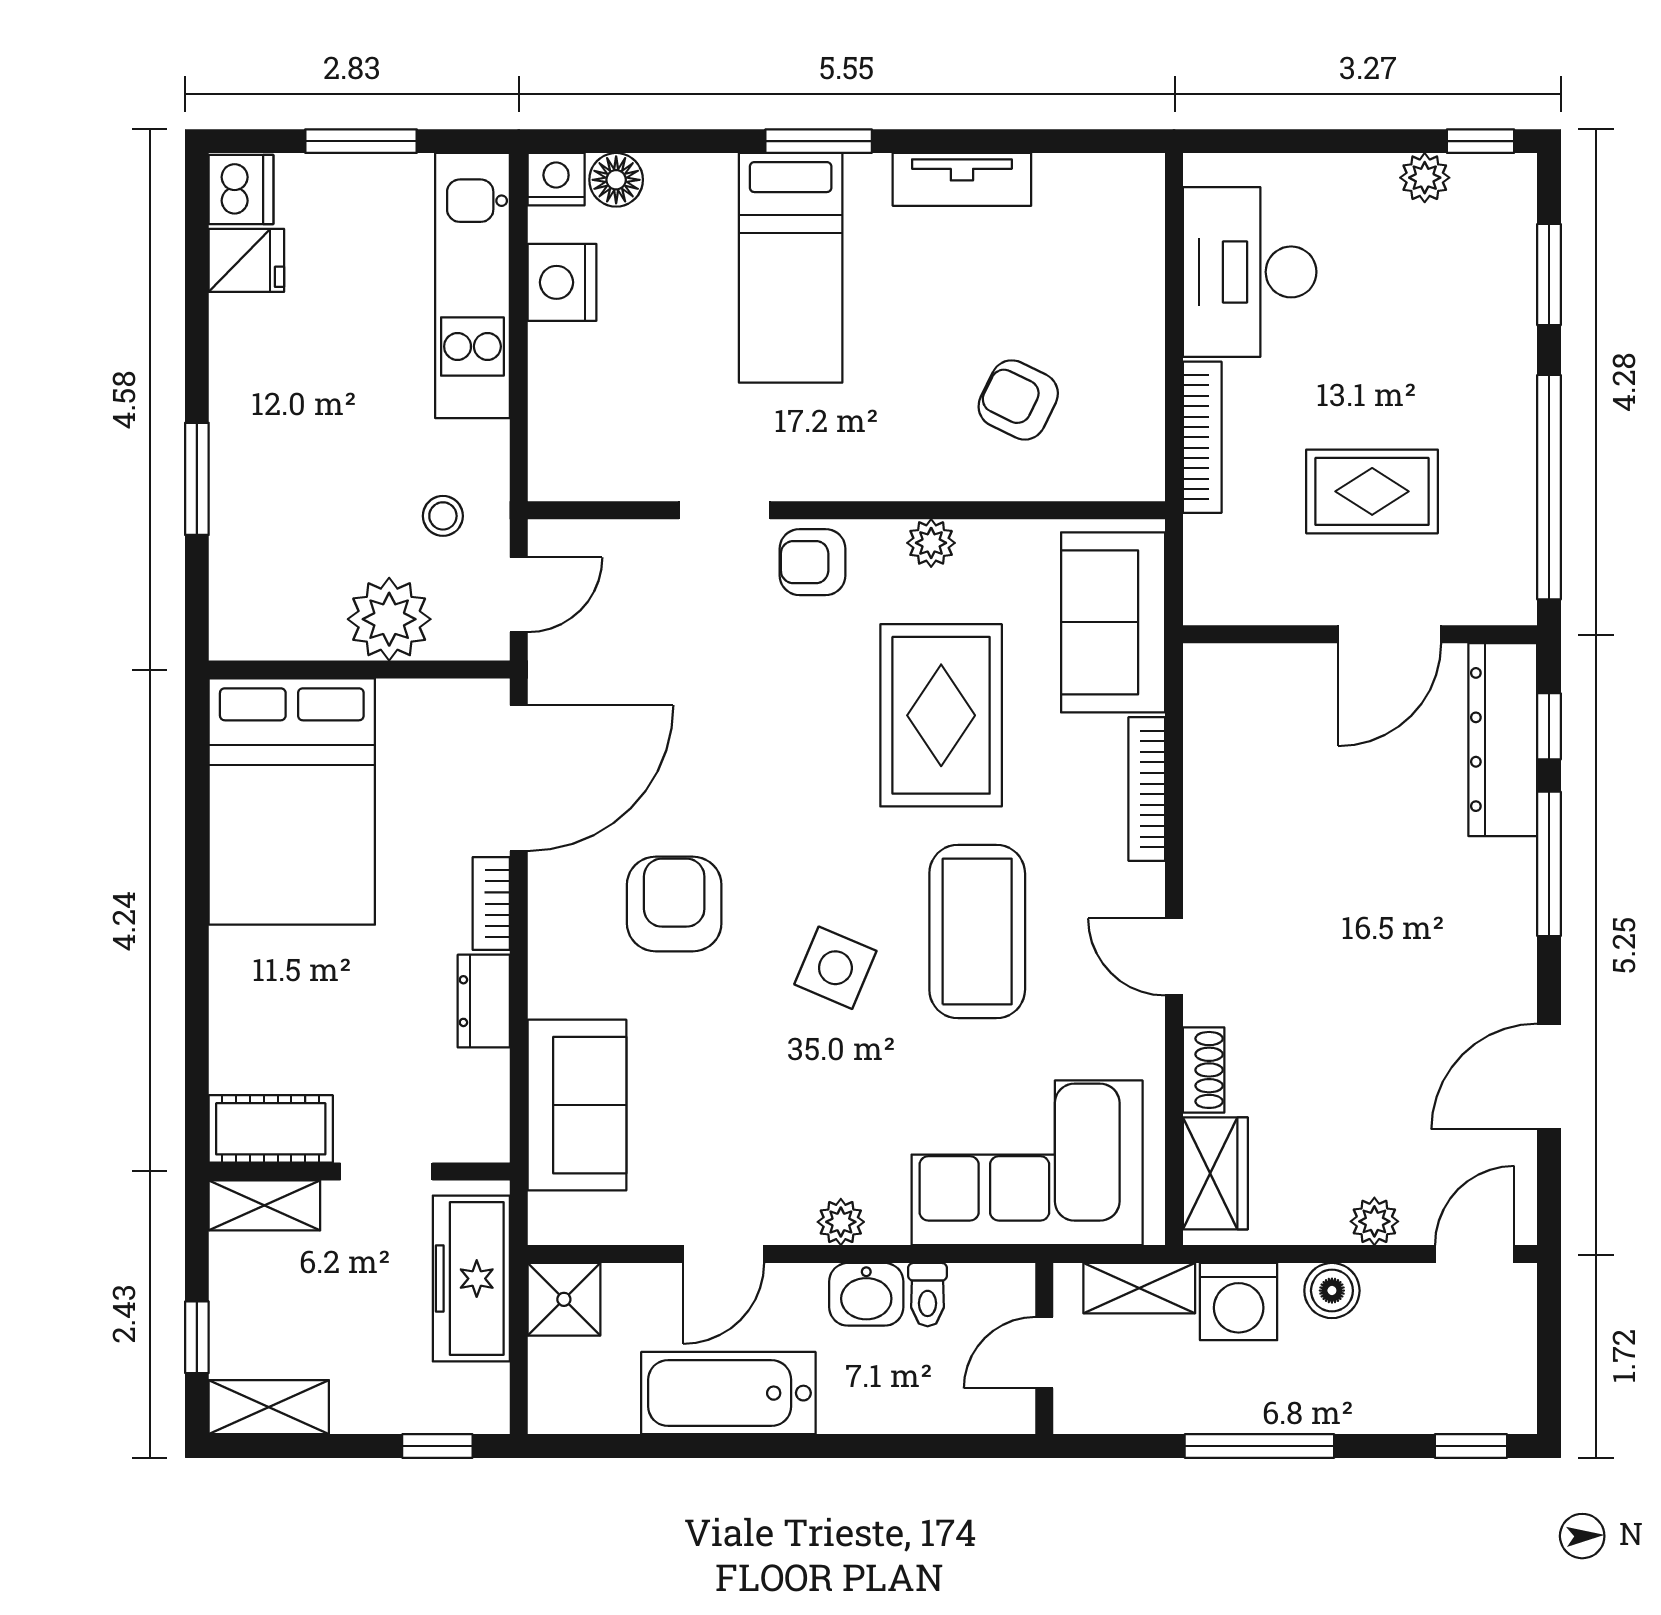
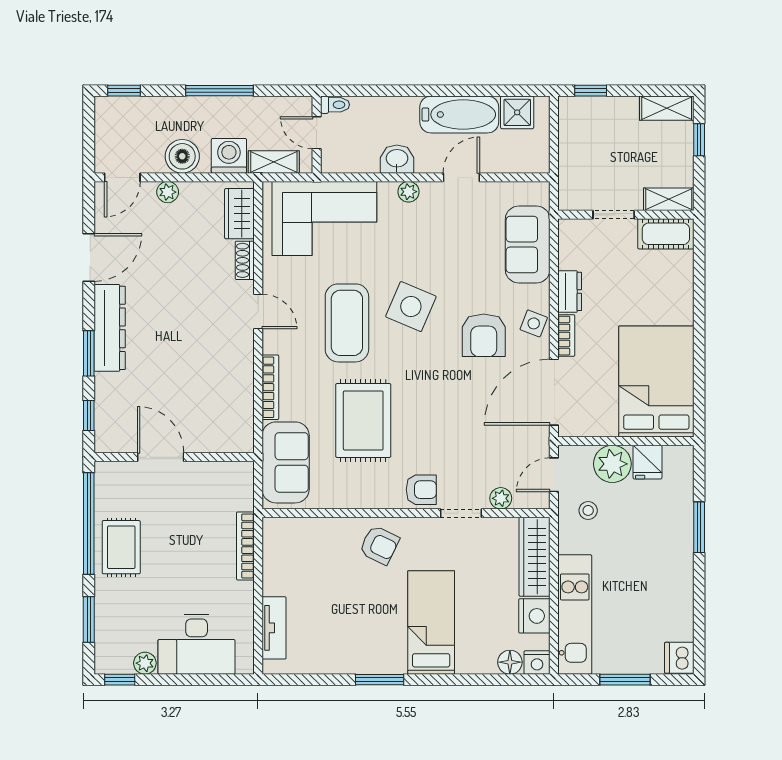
window: (819, 141) -> (380, 680), moved
tv unit: (962, 179) -> (274, 628), moved, turned 90
fridge: (246, 260) -> (648, 462), moved, turned -90
desk: (1250, 272) -> (197, 644), moved, turned 90
armchair: (1018, 400) -> (379, 545), moved
wardrobe: (562, 413) -> (535, 557), added
rug: (1372, 491) -> (121, 547), moved, turned 90
plant: (931, 543) -> (501, 498), moved
door: (1390, 634) -> (161, 457), hinge flipped
dresser: (1503, 740) -> (110, 328), moved
window: (1549, 864) -> (89, 353), width x0.69
side table: (563, 930) -> (534, 323), added
side table: (835, 968) -> (411, 307), width x1.37, depth x1.37
freezer: (471, 1279) -> (575, 166), removed
boiler: (1332, 1291) -> (182, 156), width x1.36, depth x1.36
toilet: (928, 1295) -> (335, 105), moved, turned 90
shower: (564, 1299) -> (517, 112), moved
door: (1044, 1353) -> (317, 133), swing flipped

